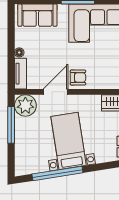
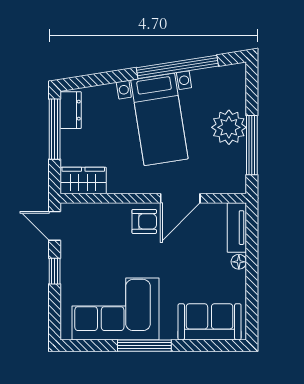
armchair: (78, 77) -> (144, 221), turned 180
plant: (25, 105) -> (229, 127), moved

